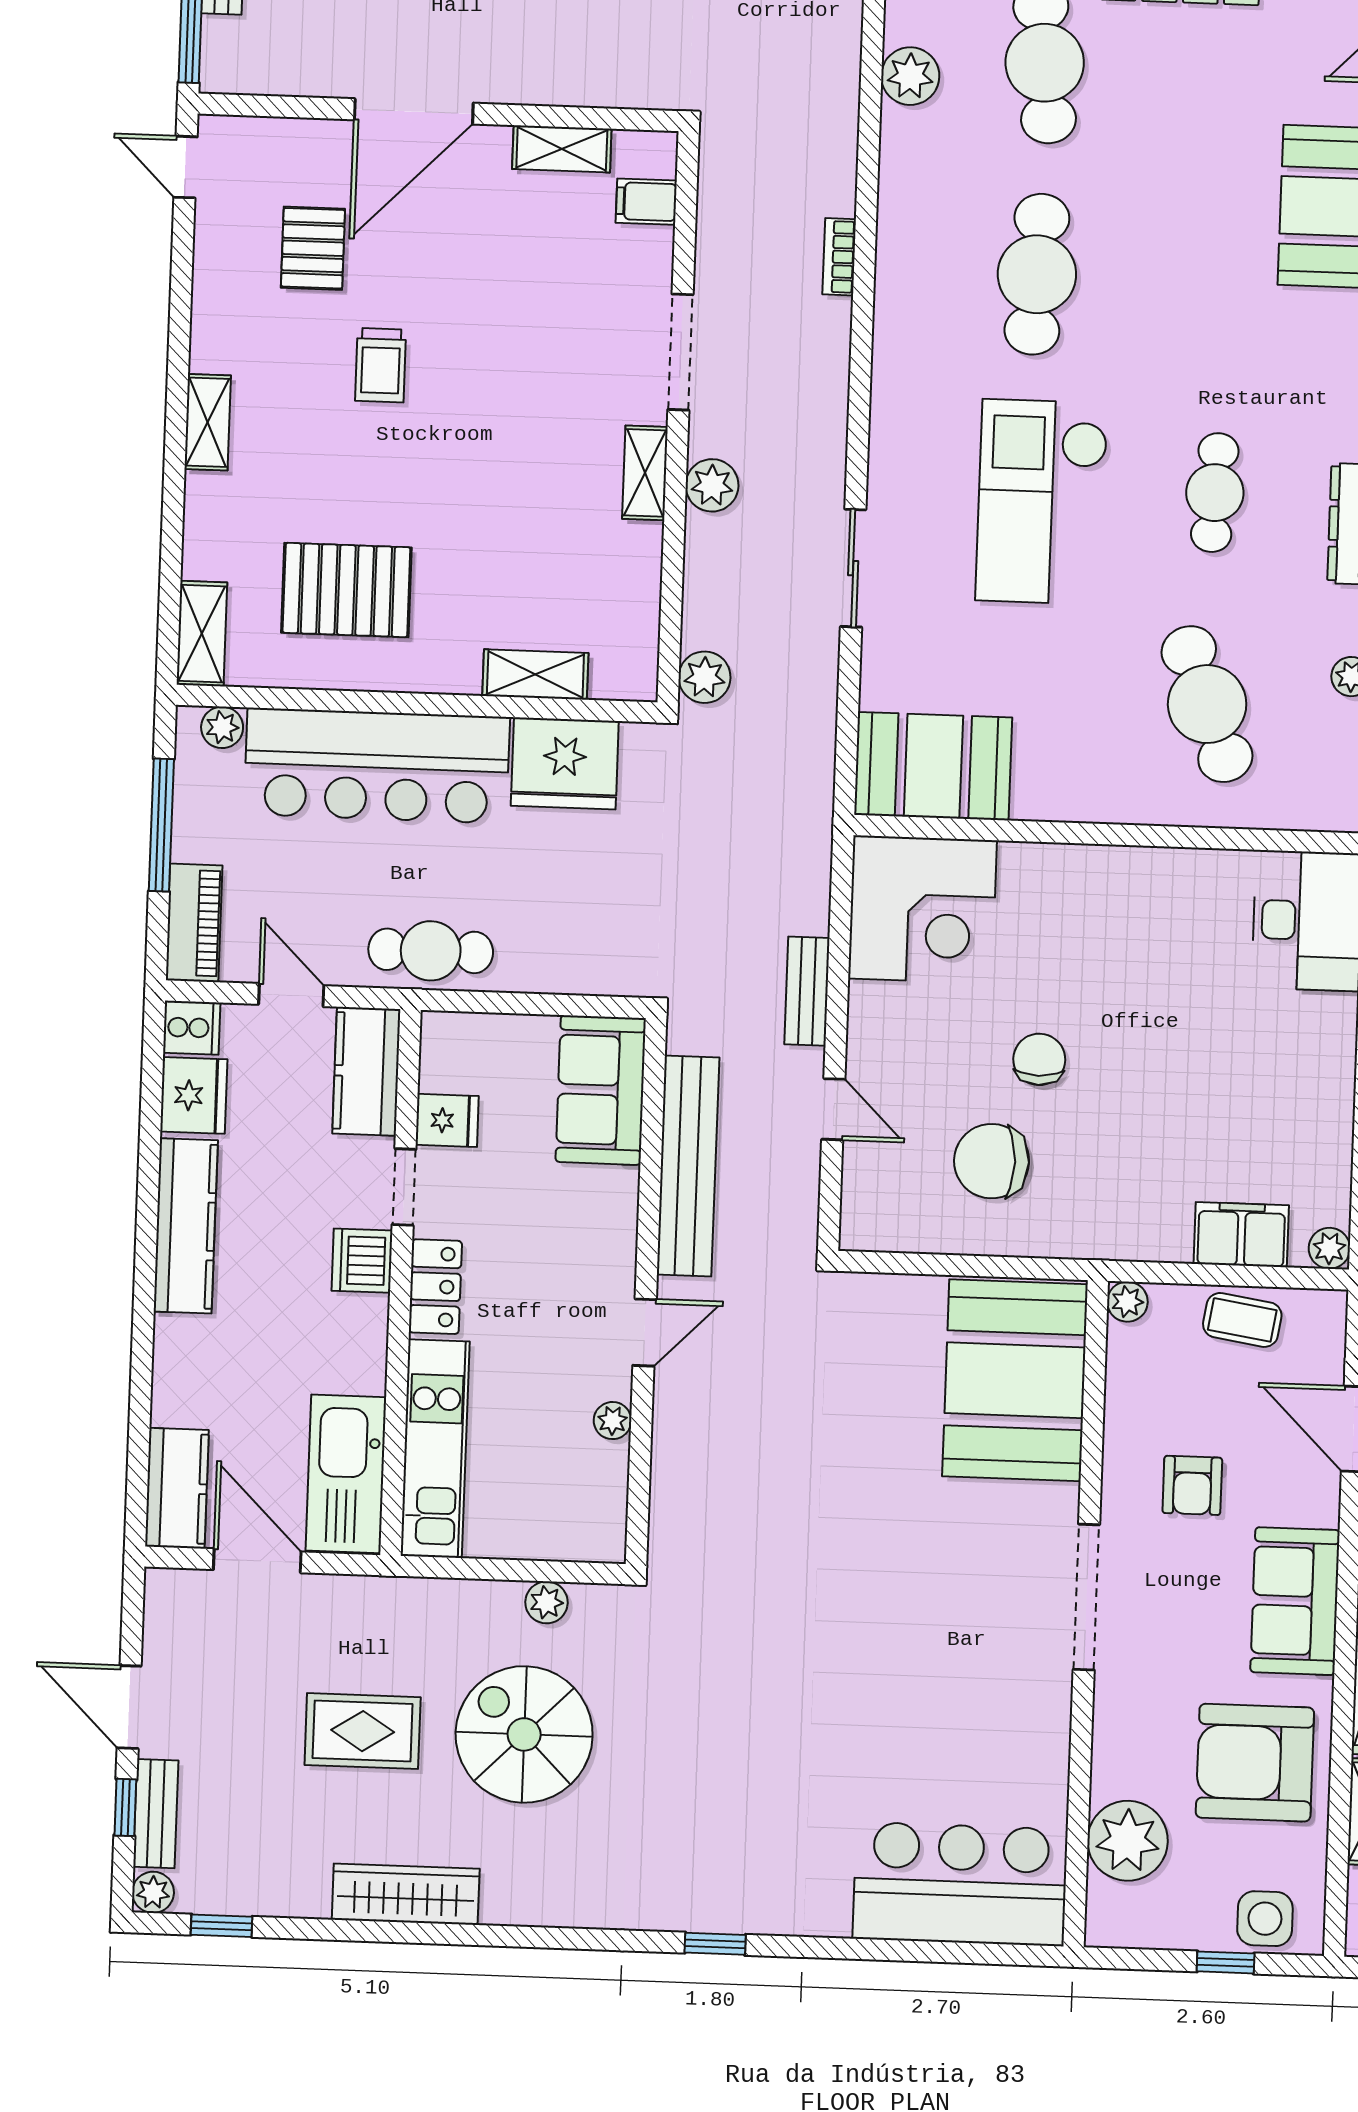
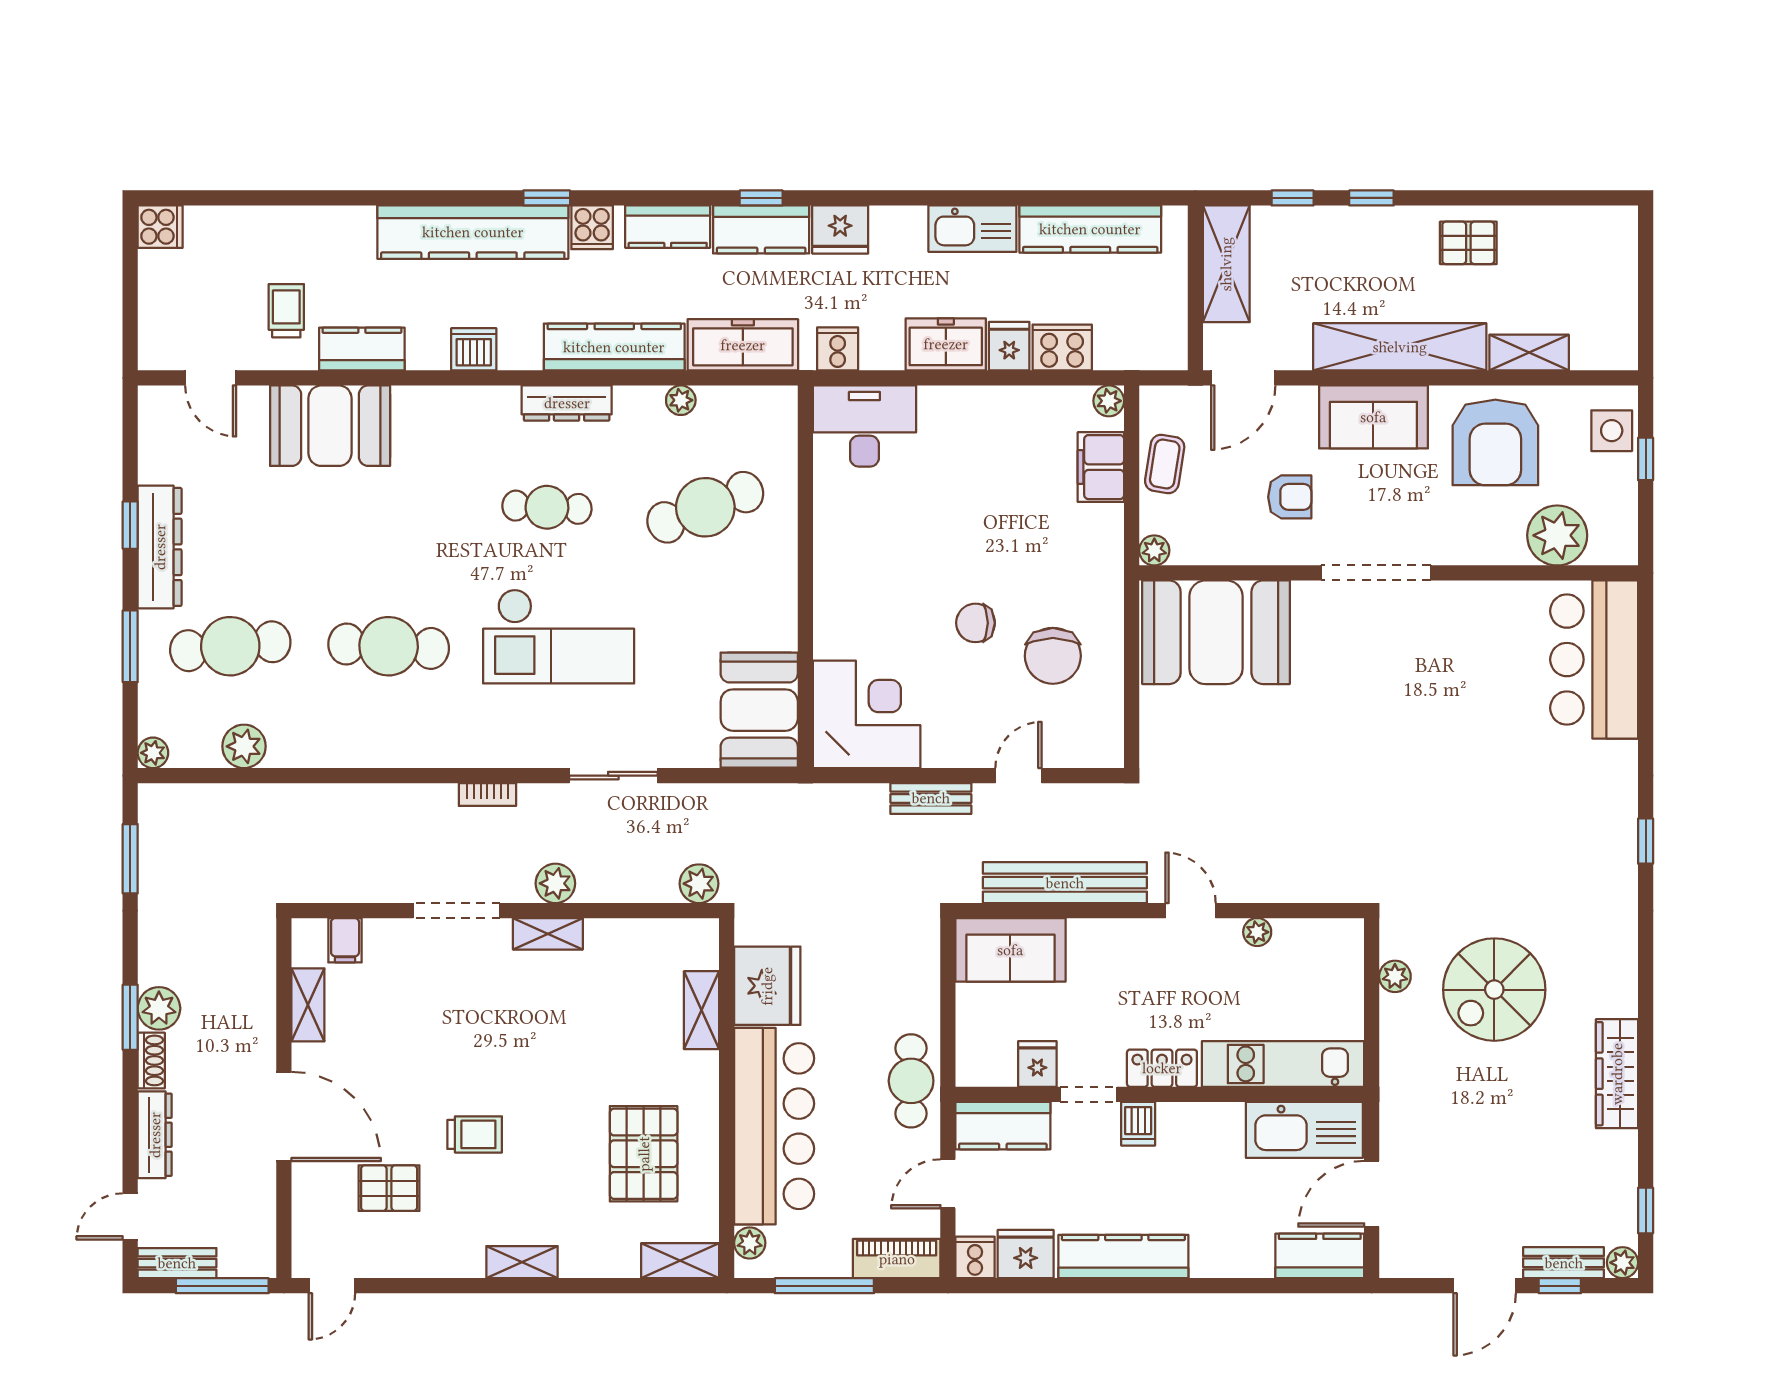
bookcase: (839, 257) -> (487, 794), moved
dishwasher: (362, 1261) -> (1138, 1124), width x0.73
rug: (363, 1731) -> (1496, 1110), removed

